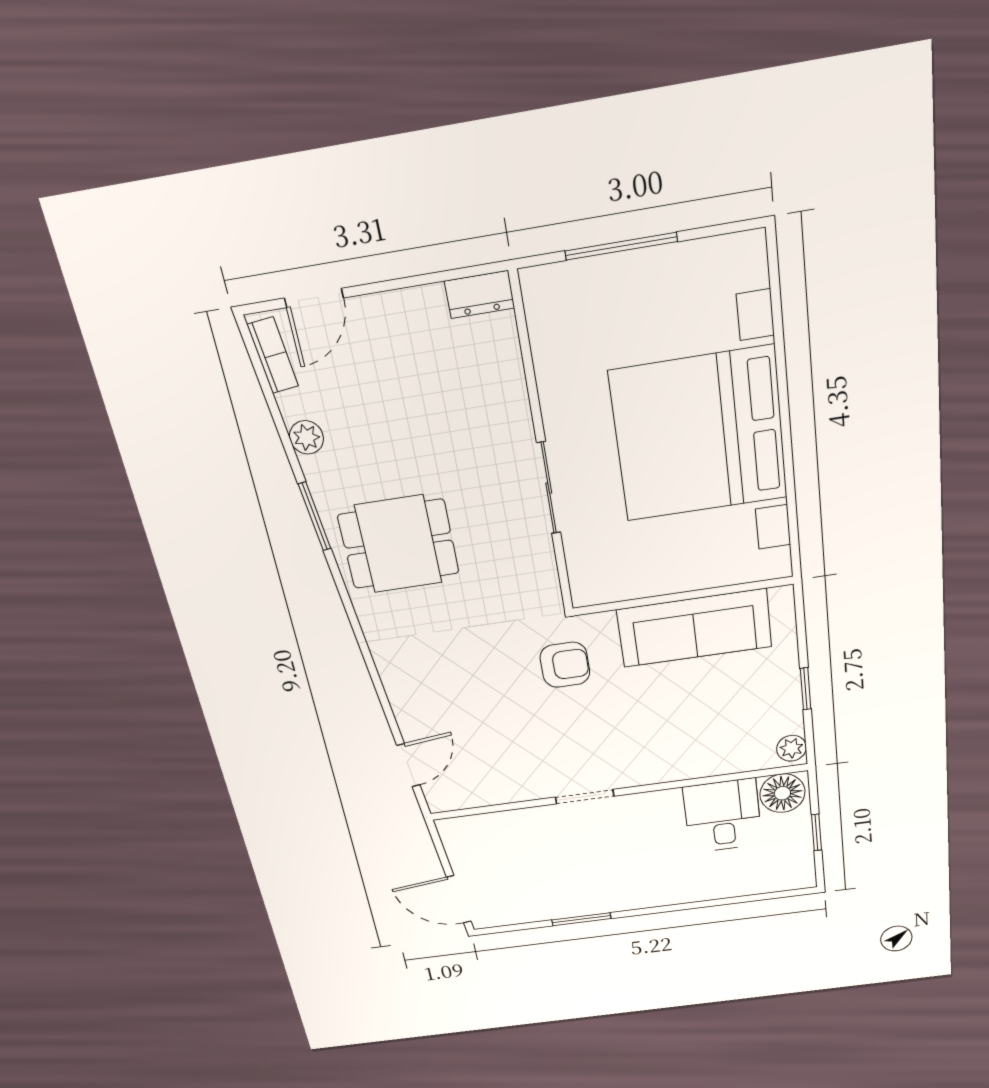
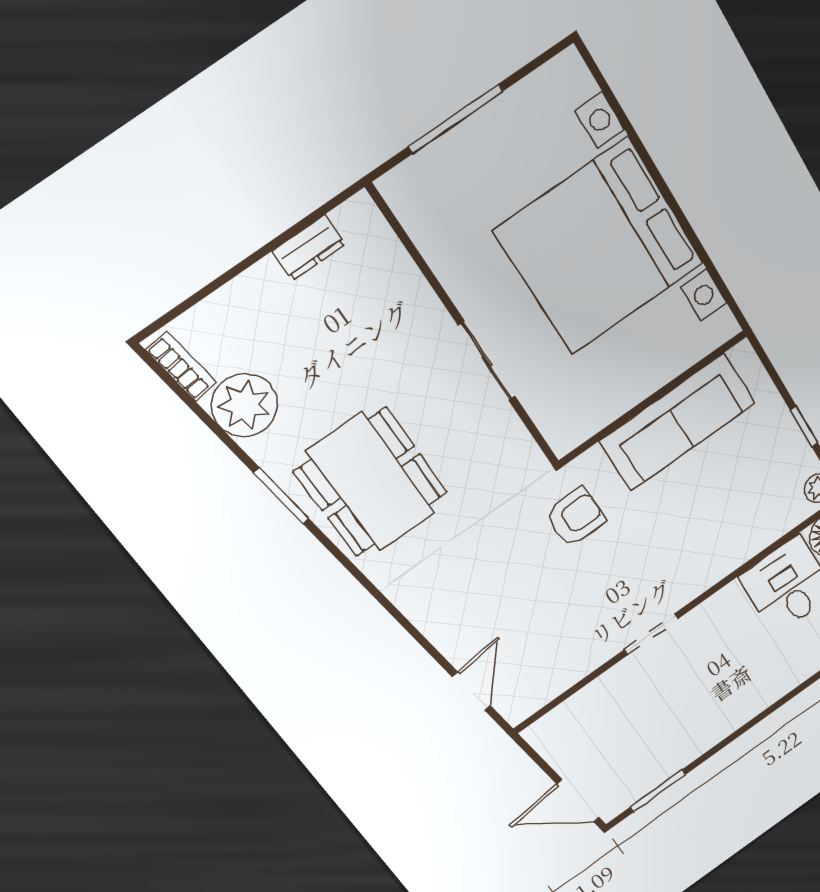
dresser: (479, 294) -> (309, 248), moved
door: (314, 298) -> (198, 296), removed
plant: (306, 437) -> (245, 405), width x1.88, depth x1.88
dining table: (399, 544) -> (371, 482), width x1.38
window: (581, 919) -> (658, 791), moved

